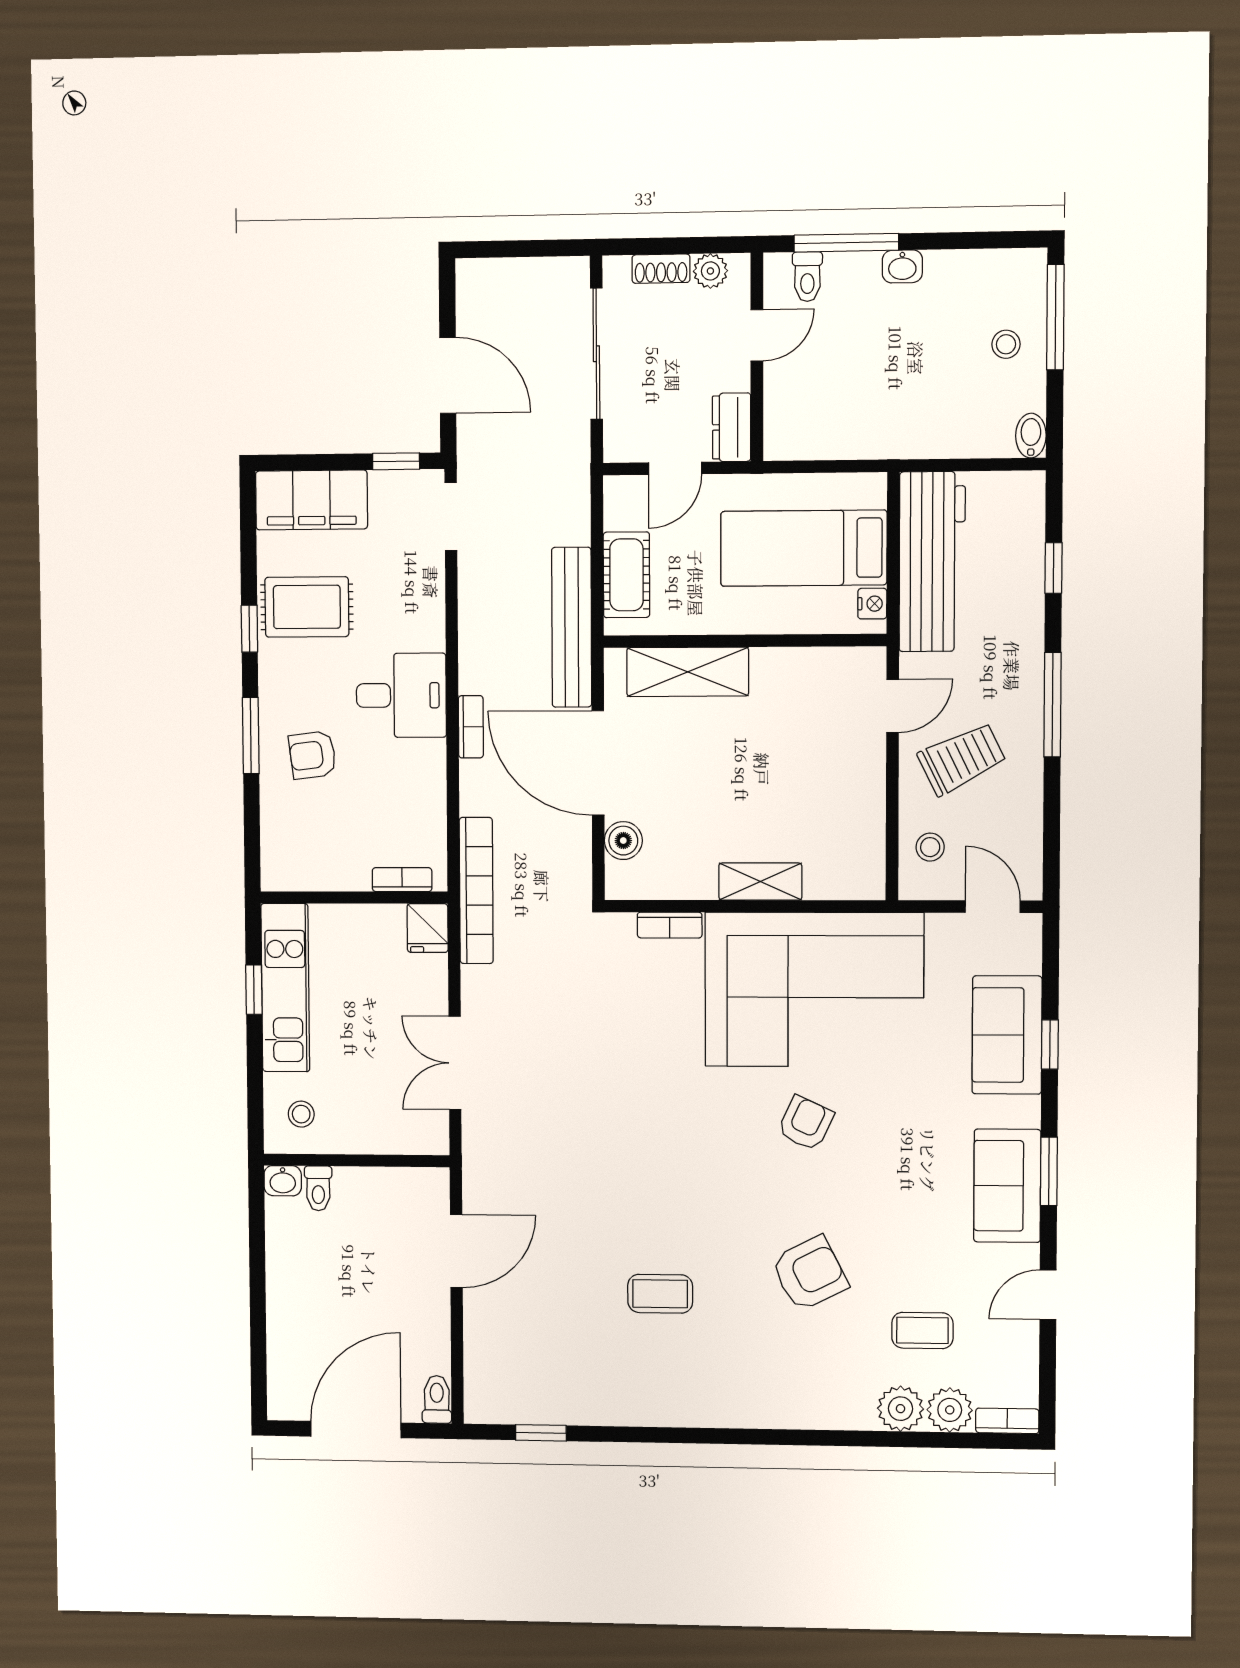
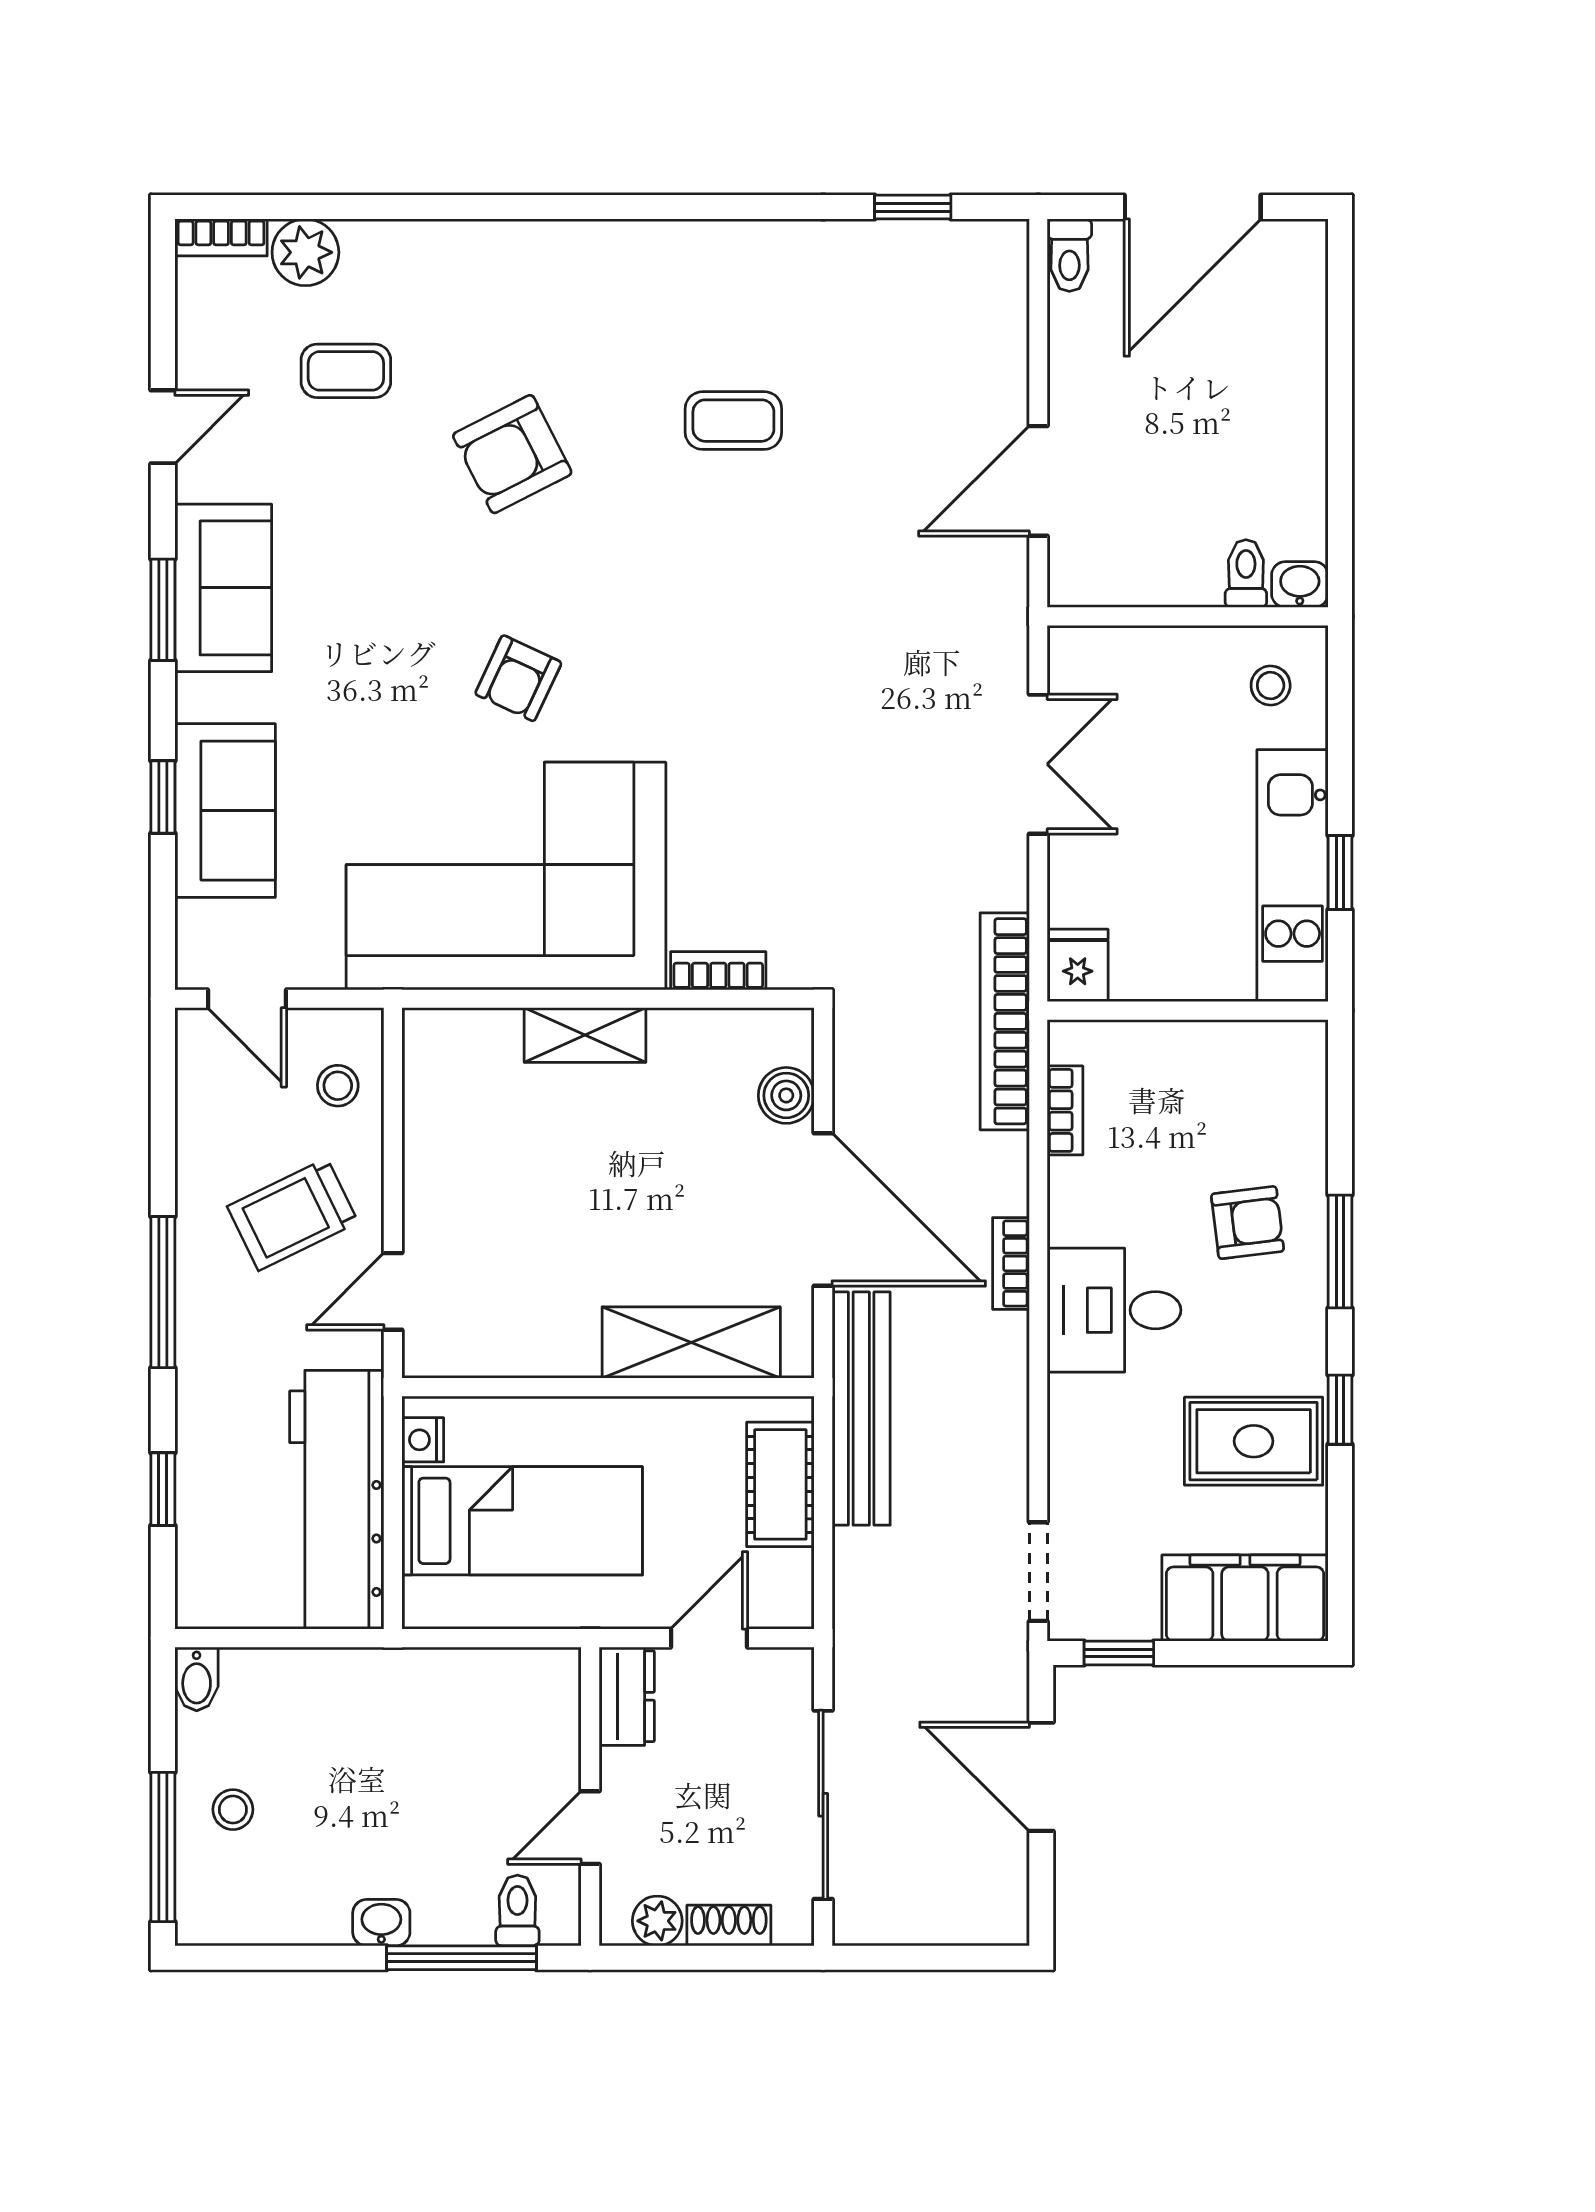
bookcase: (402, 880) -> (1065, 1110), moved, turned -90
plant: (901, 1409) -> (378, 253), removed

